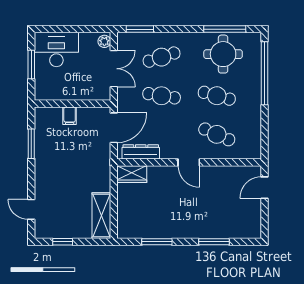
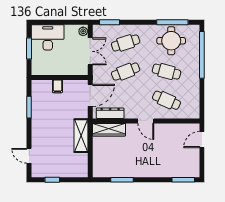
cafe table: (162, 96) -> (126, 72), turned -30
wardrobe: (132, 174) -> (109, 130), width x1.50
shelving: (101, 216) -> (81, 136), moved
window: (214, 242) -> (183, 180), moved

